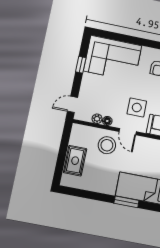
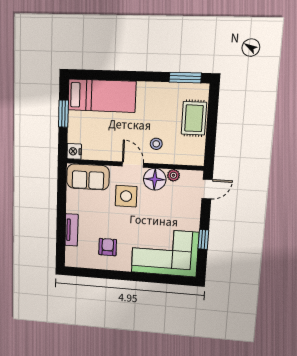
floor lamp: (107, 121) -> (155, 179), width x1.89, depth x1.89
stool: (107, 145) -> (156, 144), width x0.53, depth x0.53
window: (126, 202) -> (185, 78), moved

